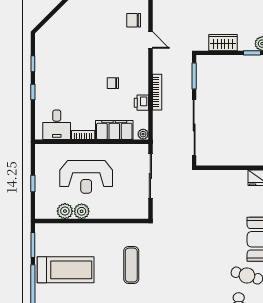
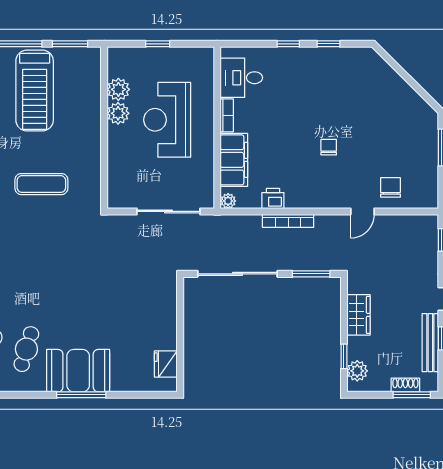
chair: (113, 83) -> (329, 147), moved

